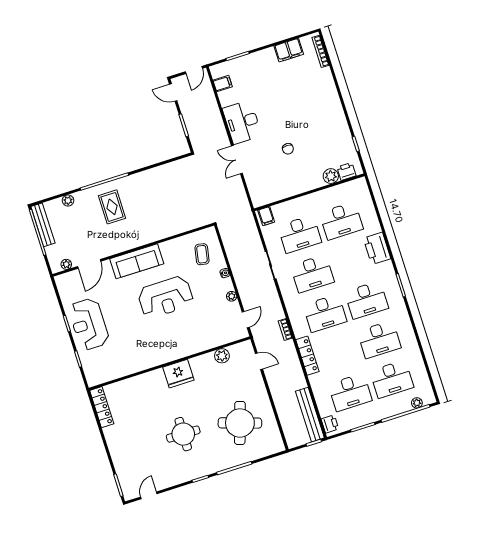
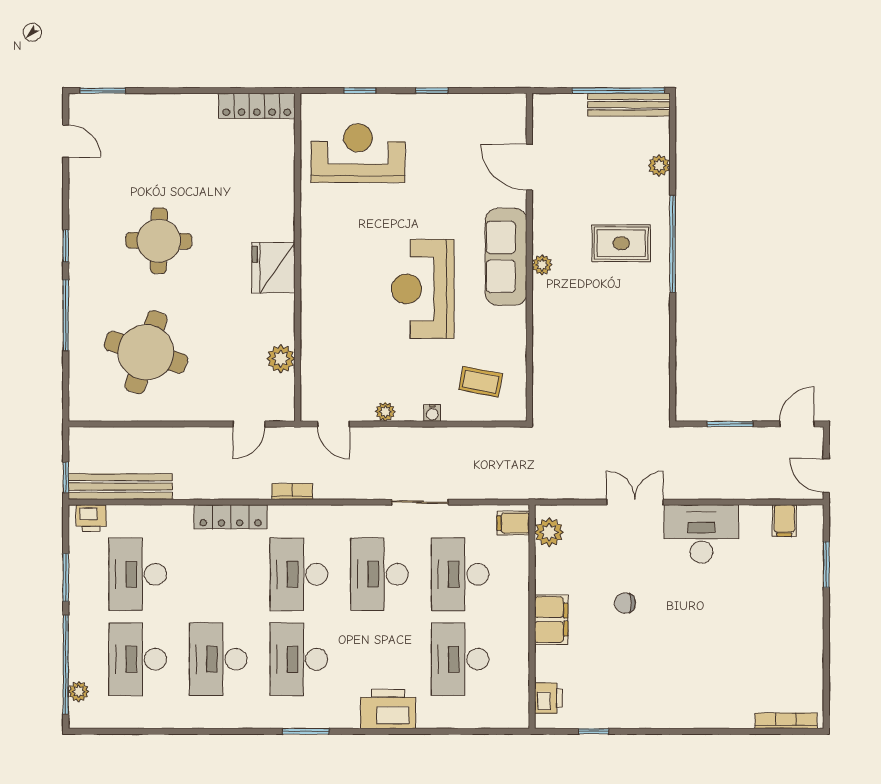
filing cabinet: (289, 50) -> (551, 620), moved, turned 180
plant: (331, 176) -> (549, 532), moved
plant: (66, 264) -> (542, 265), moved
reception desk: (89, 324) -> (358, 153), moved

